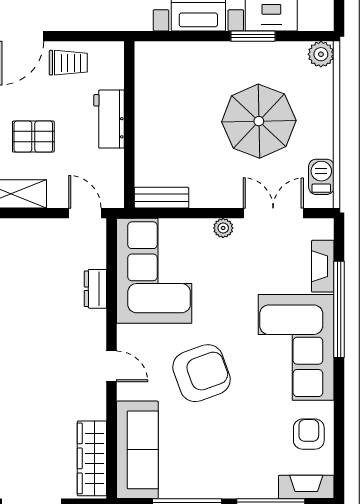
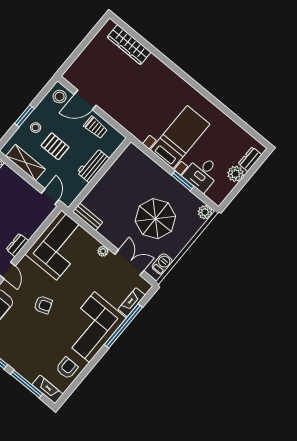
dresser: (95, 289) -> (17, 245), moved
armchair: (202, 373) -> (43, 305), width x0.53, depth x0.53

